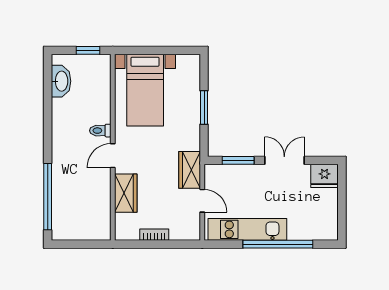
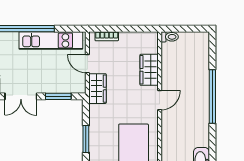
toilet: (100, 131) -> (170, 37), moved
window: (48, 197) -> (212, 96), moved
bookcase: (154, 235) -> (107, 36), moved

